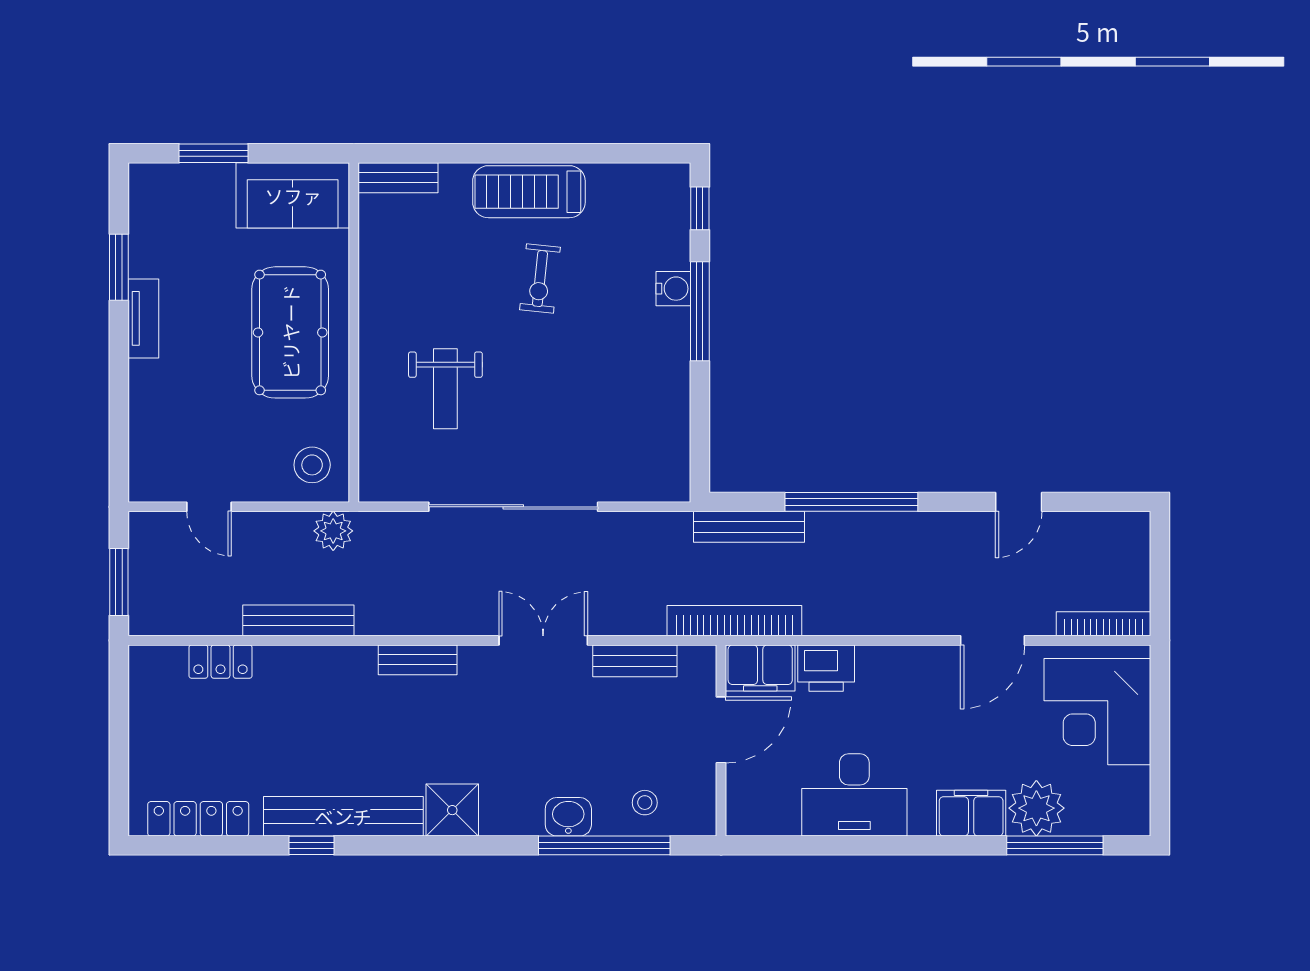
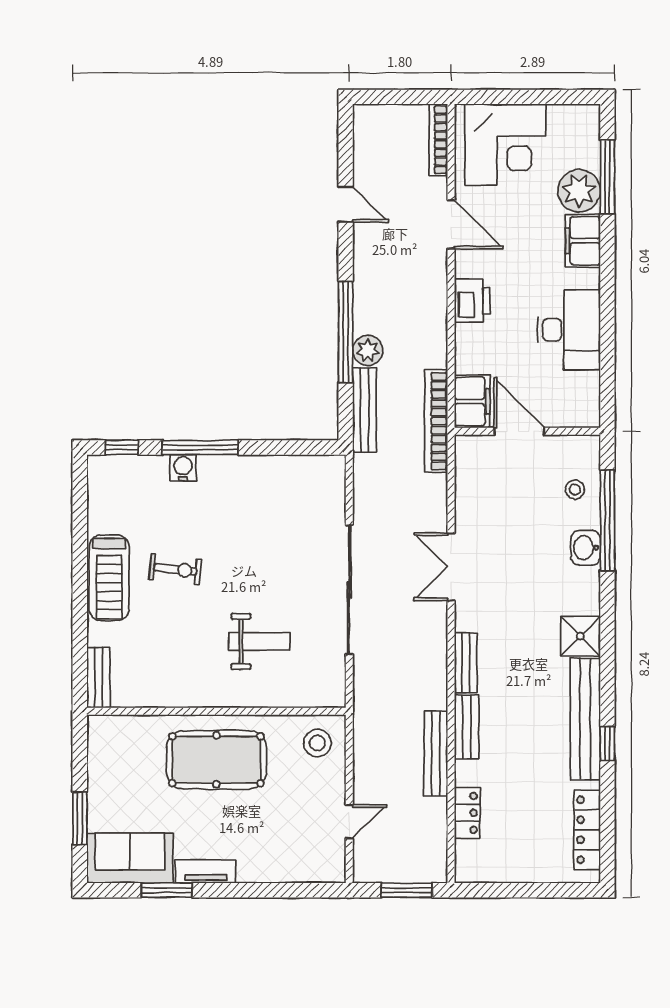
sofa: (293, 195) -> (130, 858), moved, turned -90
plant: (333, 531) -> (368, 350), moved
bench: (635, 661) -> (467, 727), moved
printer: (826, 668) -> (472, 301), moved

